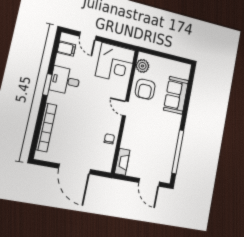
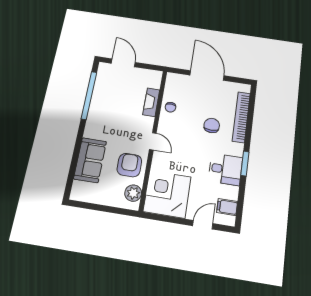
door: (88, 36) -> (203, 225), hinge flipped
chair: (74, 121) -> (212, 125), added
fireplace: (122, 162) -> (151, 102), moved

